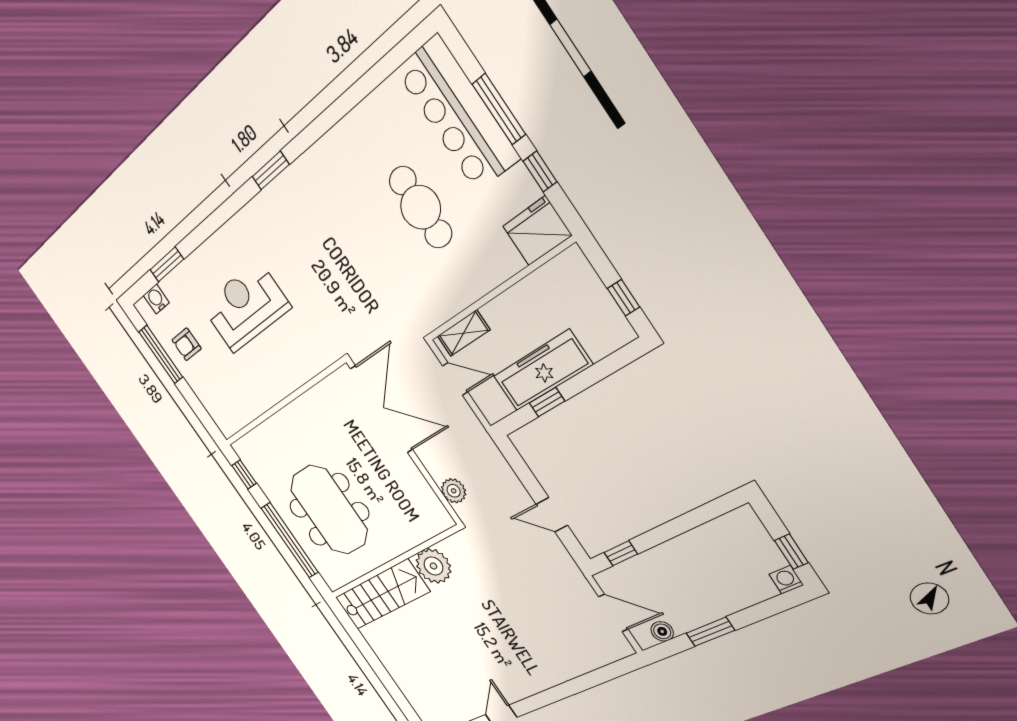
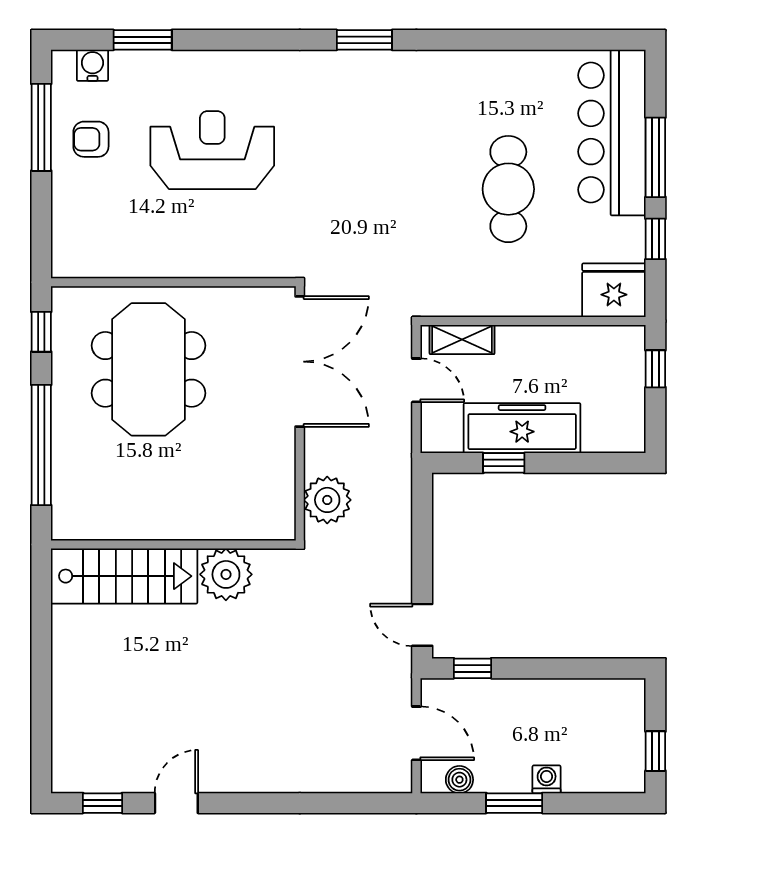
window: (623, 298) -> (655, 369), moved
plant: (454, 491) -> (327, 500), width x1.36, depth x1.36
meeting table: (329, 510) -> (148, 369), moved
door: (552, 515) -> (422, 625), moved
washing machine: (786, 580) -> (547, 779), moved

